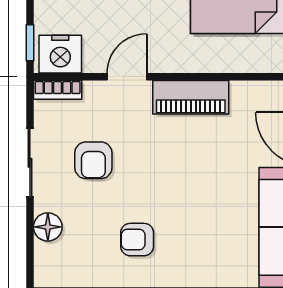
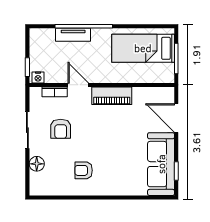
nightstand: (60, 54) -> (38, 77), width x0.53, depth x0.56
door: (127, 77) -> (78, 85), hinge flipped
bookcase: (58, 90) -> (55, 92), moved

